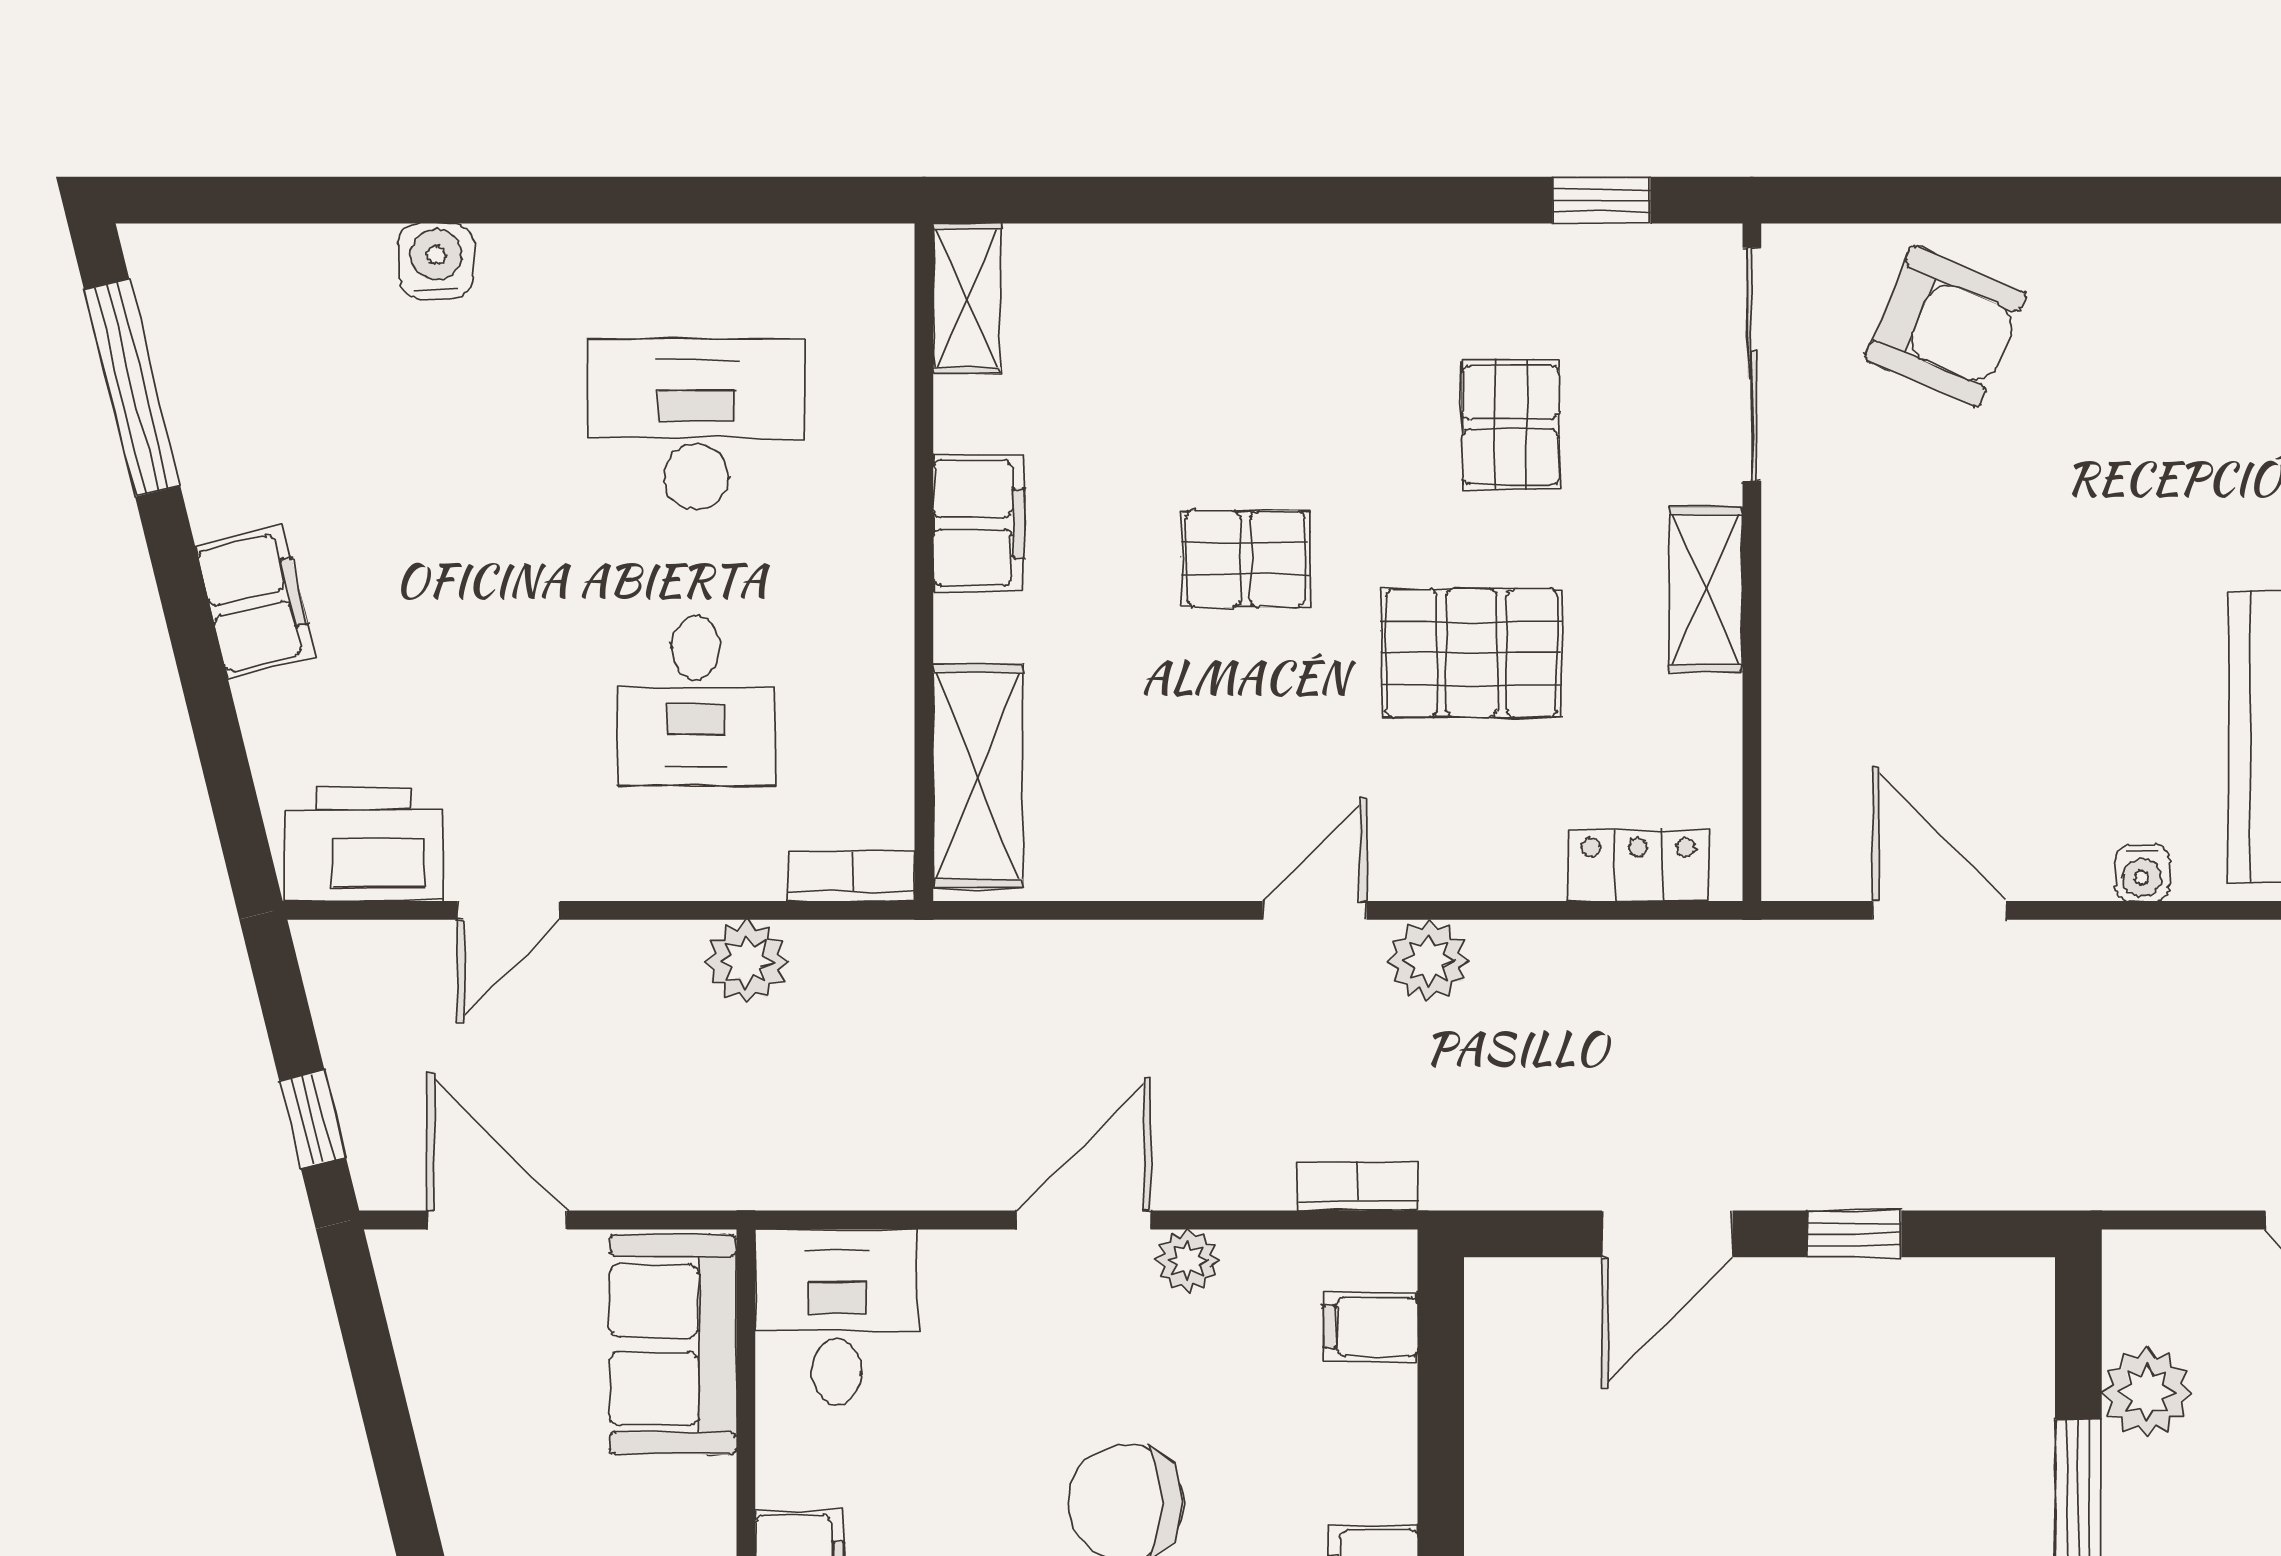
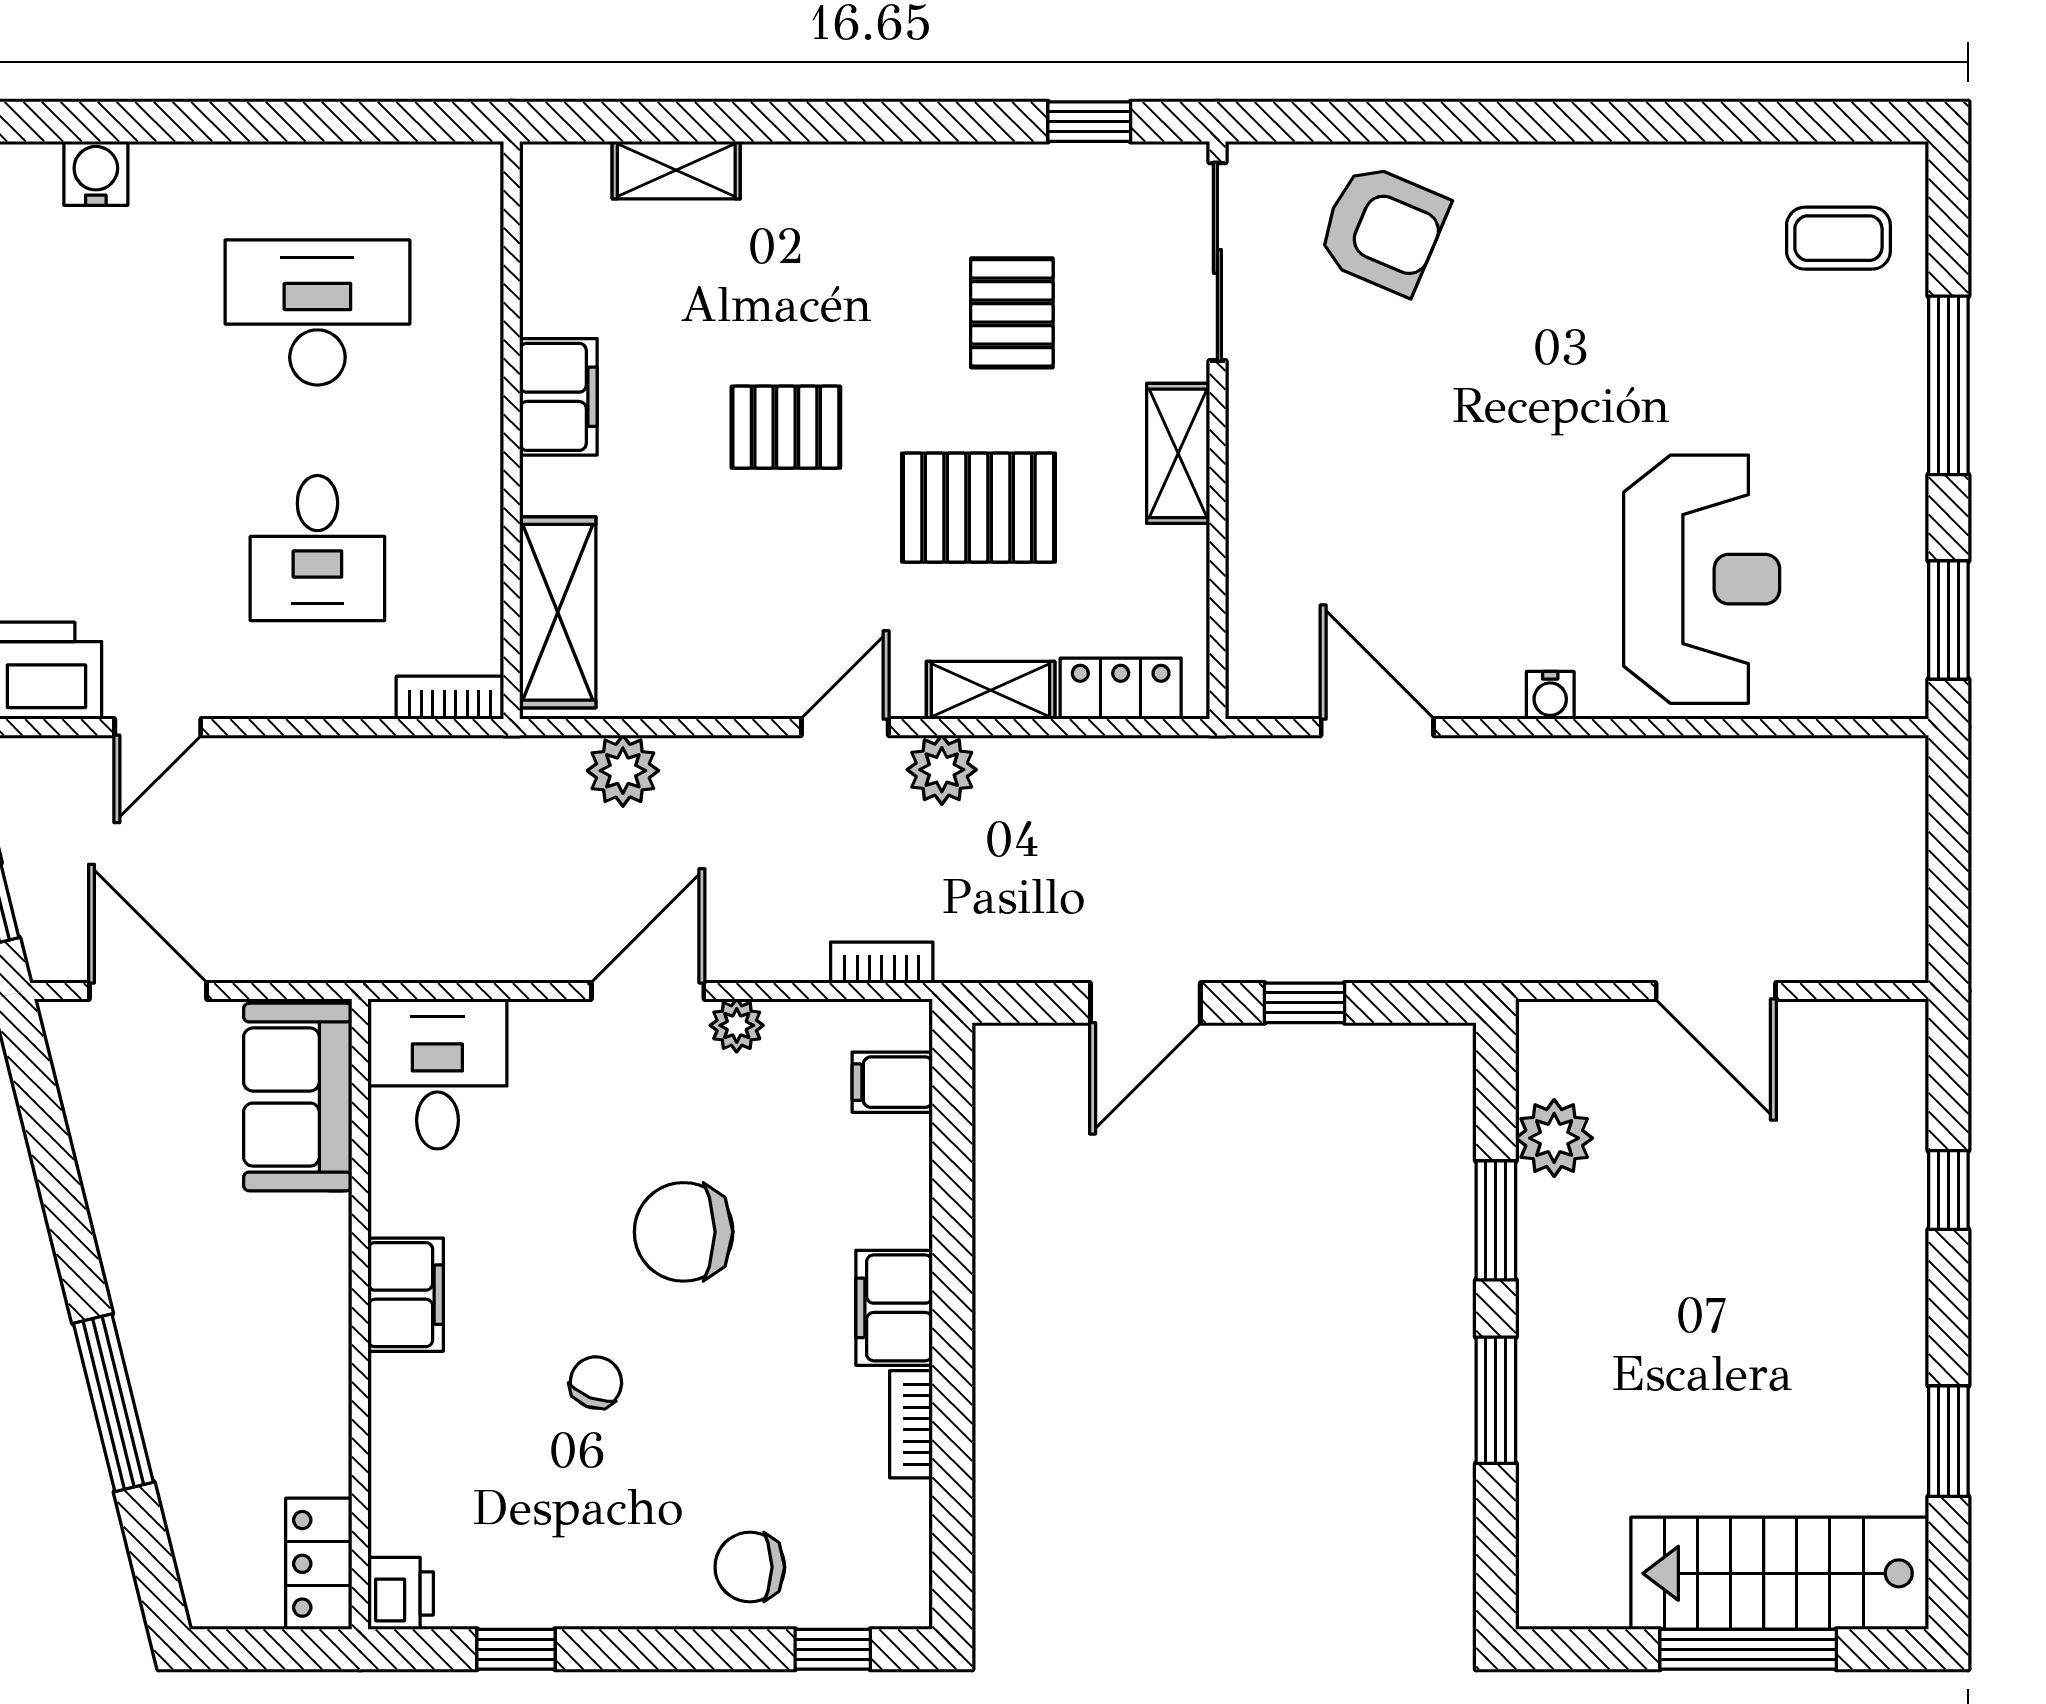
shelving: (967, 298) -> (676, 170), moved, turned 90
shelving: (1486, 867) -> (991, 690), added
plant: (746, 962) -> (623, 771), moved

